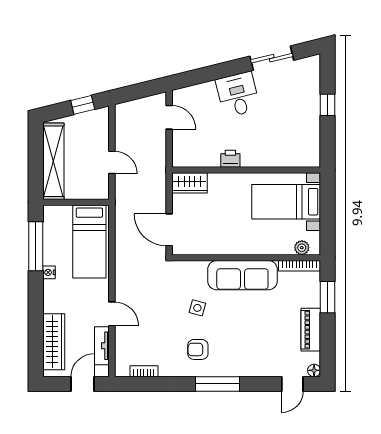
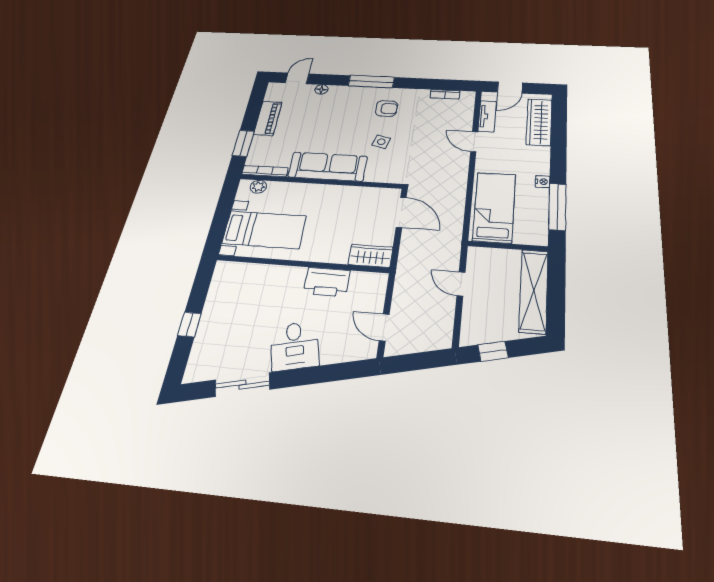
printer: (230, 159) -> (327, 282), width x1.87, depth x1.48
floor lamp: (314, 370) -> (321, 89), moved

